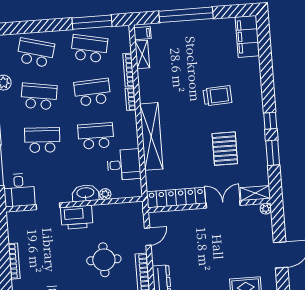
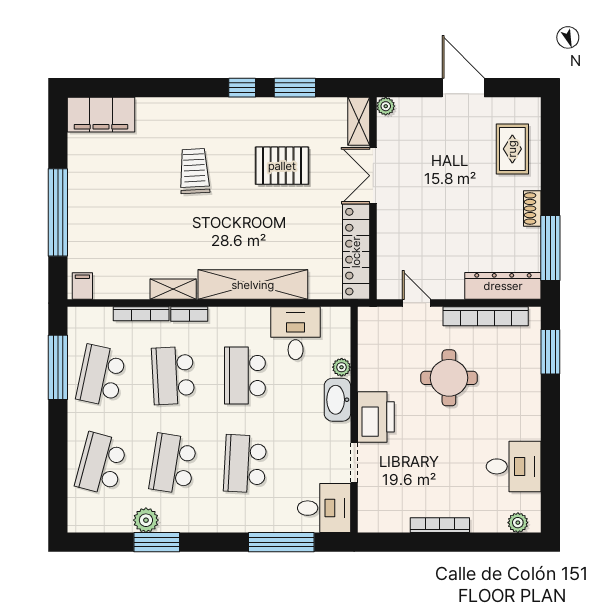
shelving: (142, 54) -> (173, 289), moved

